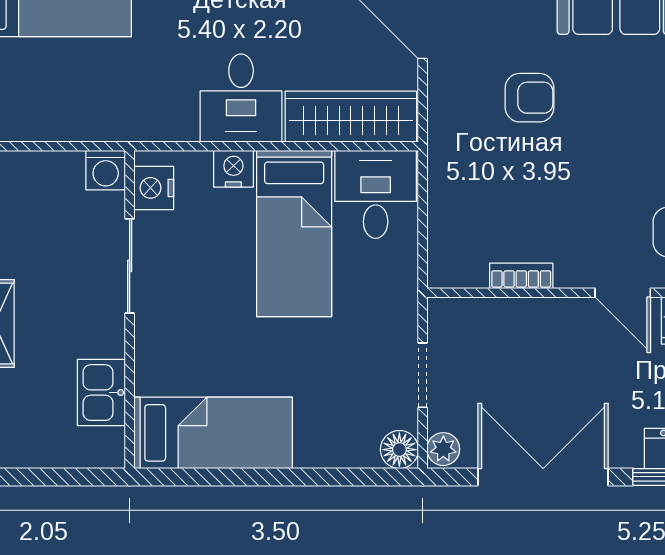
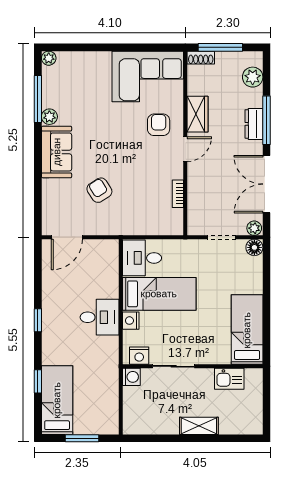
armchair: (530, 98) -> (99, 190), turned -33
wardrobe: (351, 117) -> (108, 269), removed

